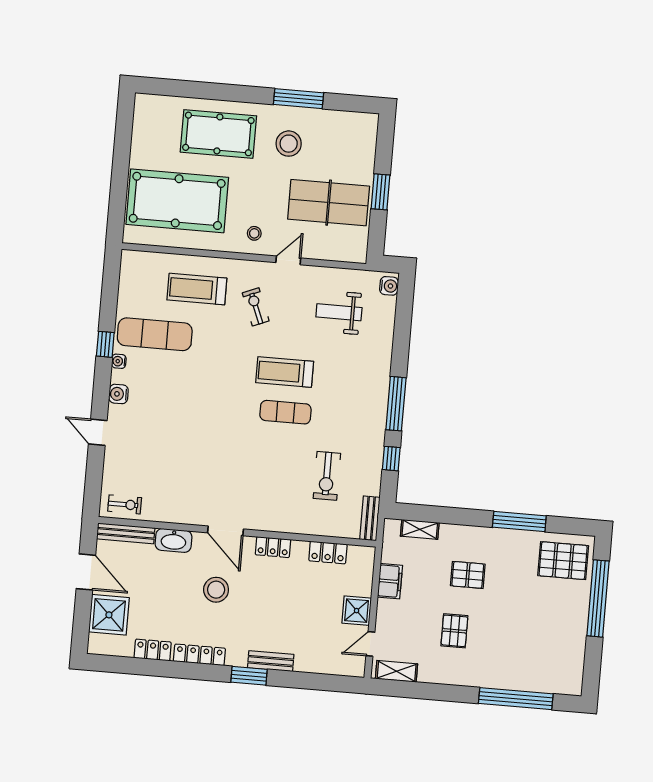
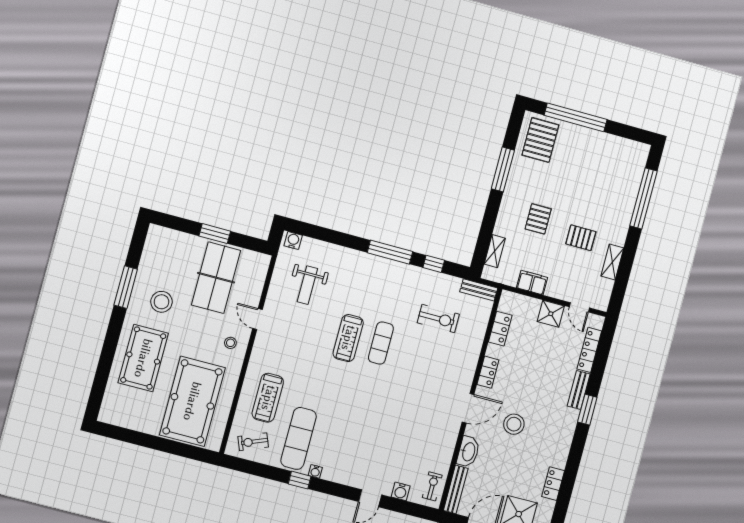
exercise bike: (256, 307) -> (253, 442), moved
water cooler: (118, 394) -> (401, 491), moved
locker: (199, 655) -> (589, 350), moved
shelving: (397, 671) -> (612, 262), moved

